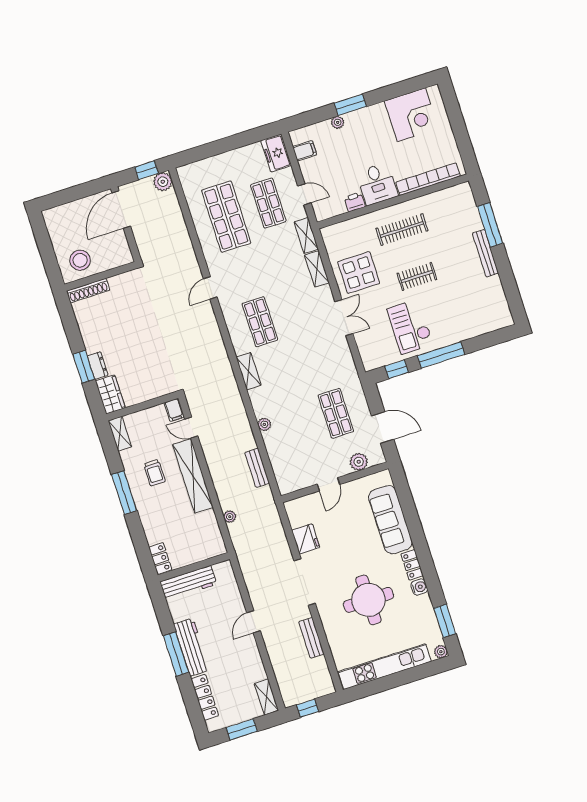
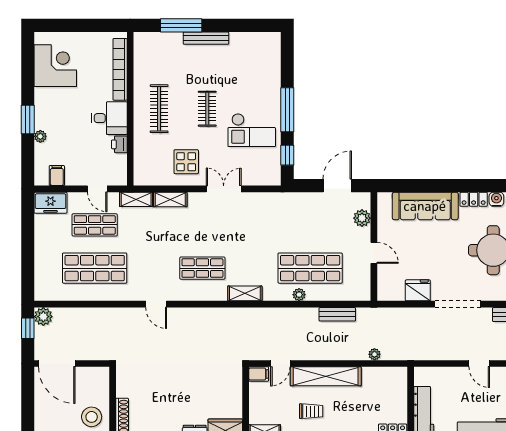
door: (304, 194) -> (97, 189), swing flipped
display table: (359, 273) -> (186, 162), width x0.73, depth x0.73
shop shelf: (336, 413) -> (310, 268), moved, width x1.43, depth x1.36

